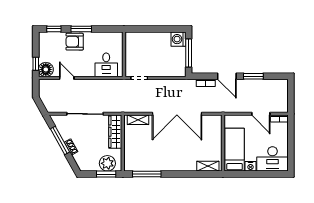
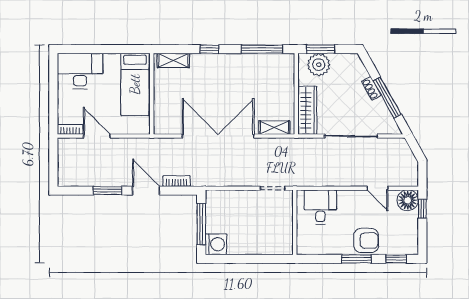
nightstand: (251, 166) -> (112, 60), removed
window: (183, 174) -> (210, 49), added

